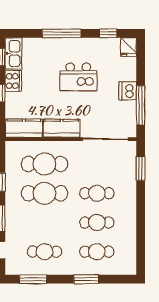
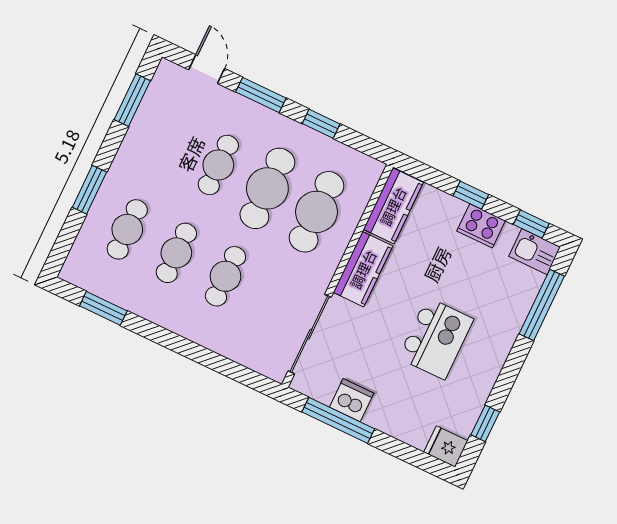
window: (62, 33) -> (542, 305), moved
kitchen sink: (13, 53) -> (535, 252), width x0.73
kitchen island: (78, 77) -> (436, 338), turned 180
dishwasher: (128, 91) -> (352, 400), moved
window: (141, 169) -> (103, 308), moved
cafe table: (45, 252) -> (218, 165), moved

